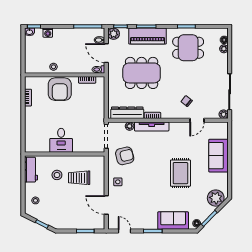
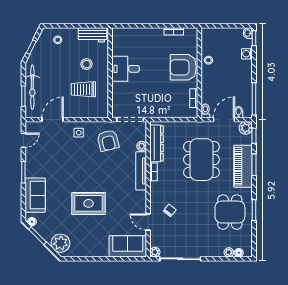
sofa: (218, 156) -> (128, 246), moved
trolley: (79, 178) -> (83, 89), turned -90
bicycle: (77, 223) -> (32, 87), added

